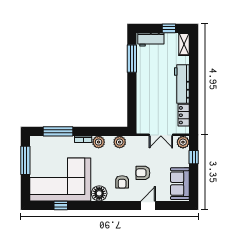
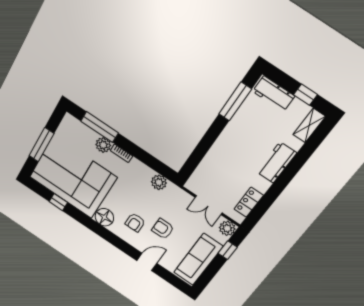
workbench: (182, 84) -> (277, 163), width x0.73
plant: (99, 142) -> (103, 145), moved
window: (25, 160) -> (41, 145), moved
sofa: (180, 184) -> (198, 259), width x1.36

